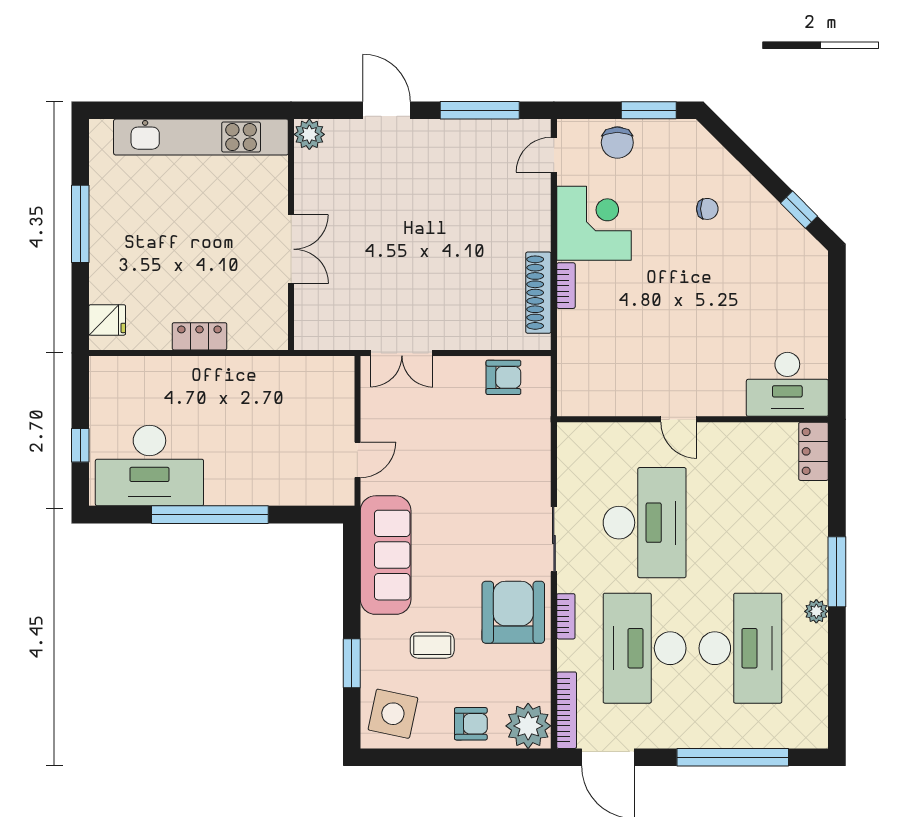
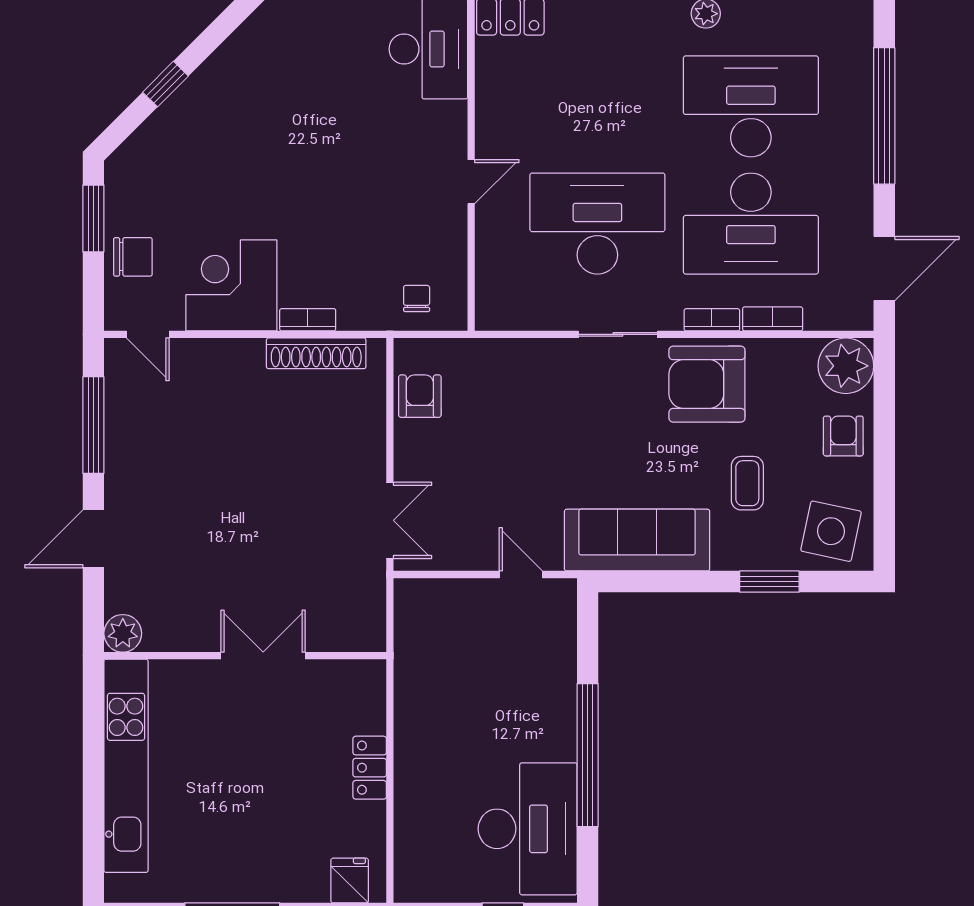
chair: (707, 209) -> (417, 298), moved
window: (799, 210) -> (165, 84), moved
bookcase: (567, 710) -> (773, 319), moved, width x0.64

